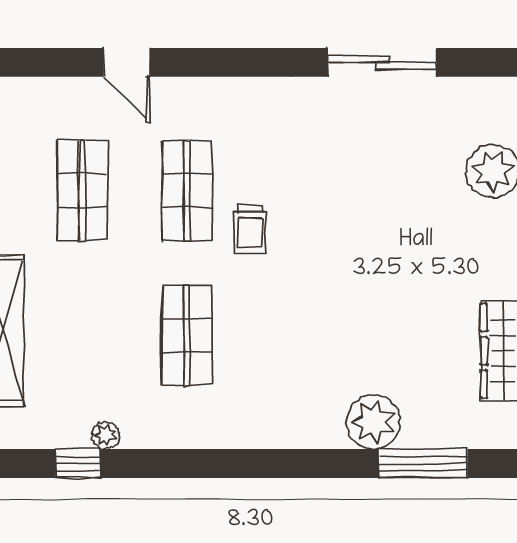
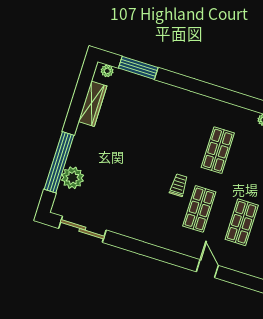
sliding door: (382, 62) -> (82, 229), moved
plant: (373, 422) -> (107, 71), moved, width x0.53, depth x0.53

